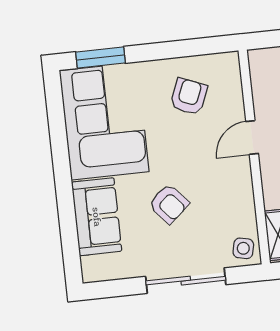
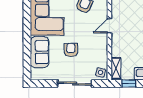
armchair: (169, 204) -> (71, 50), turned -139

